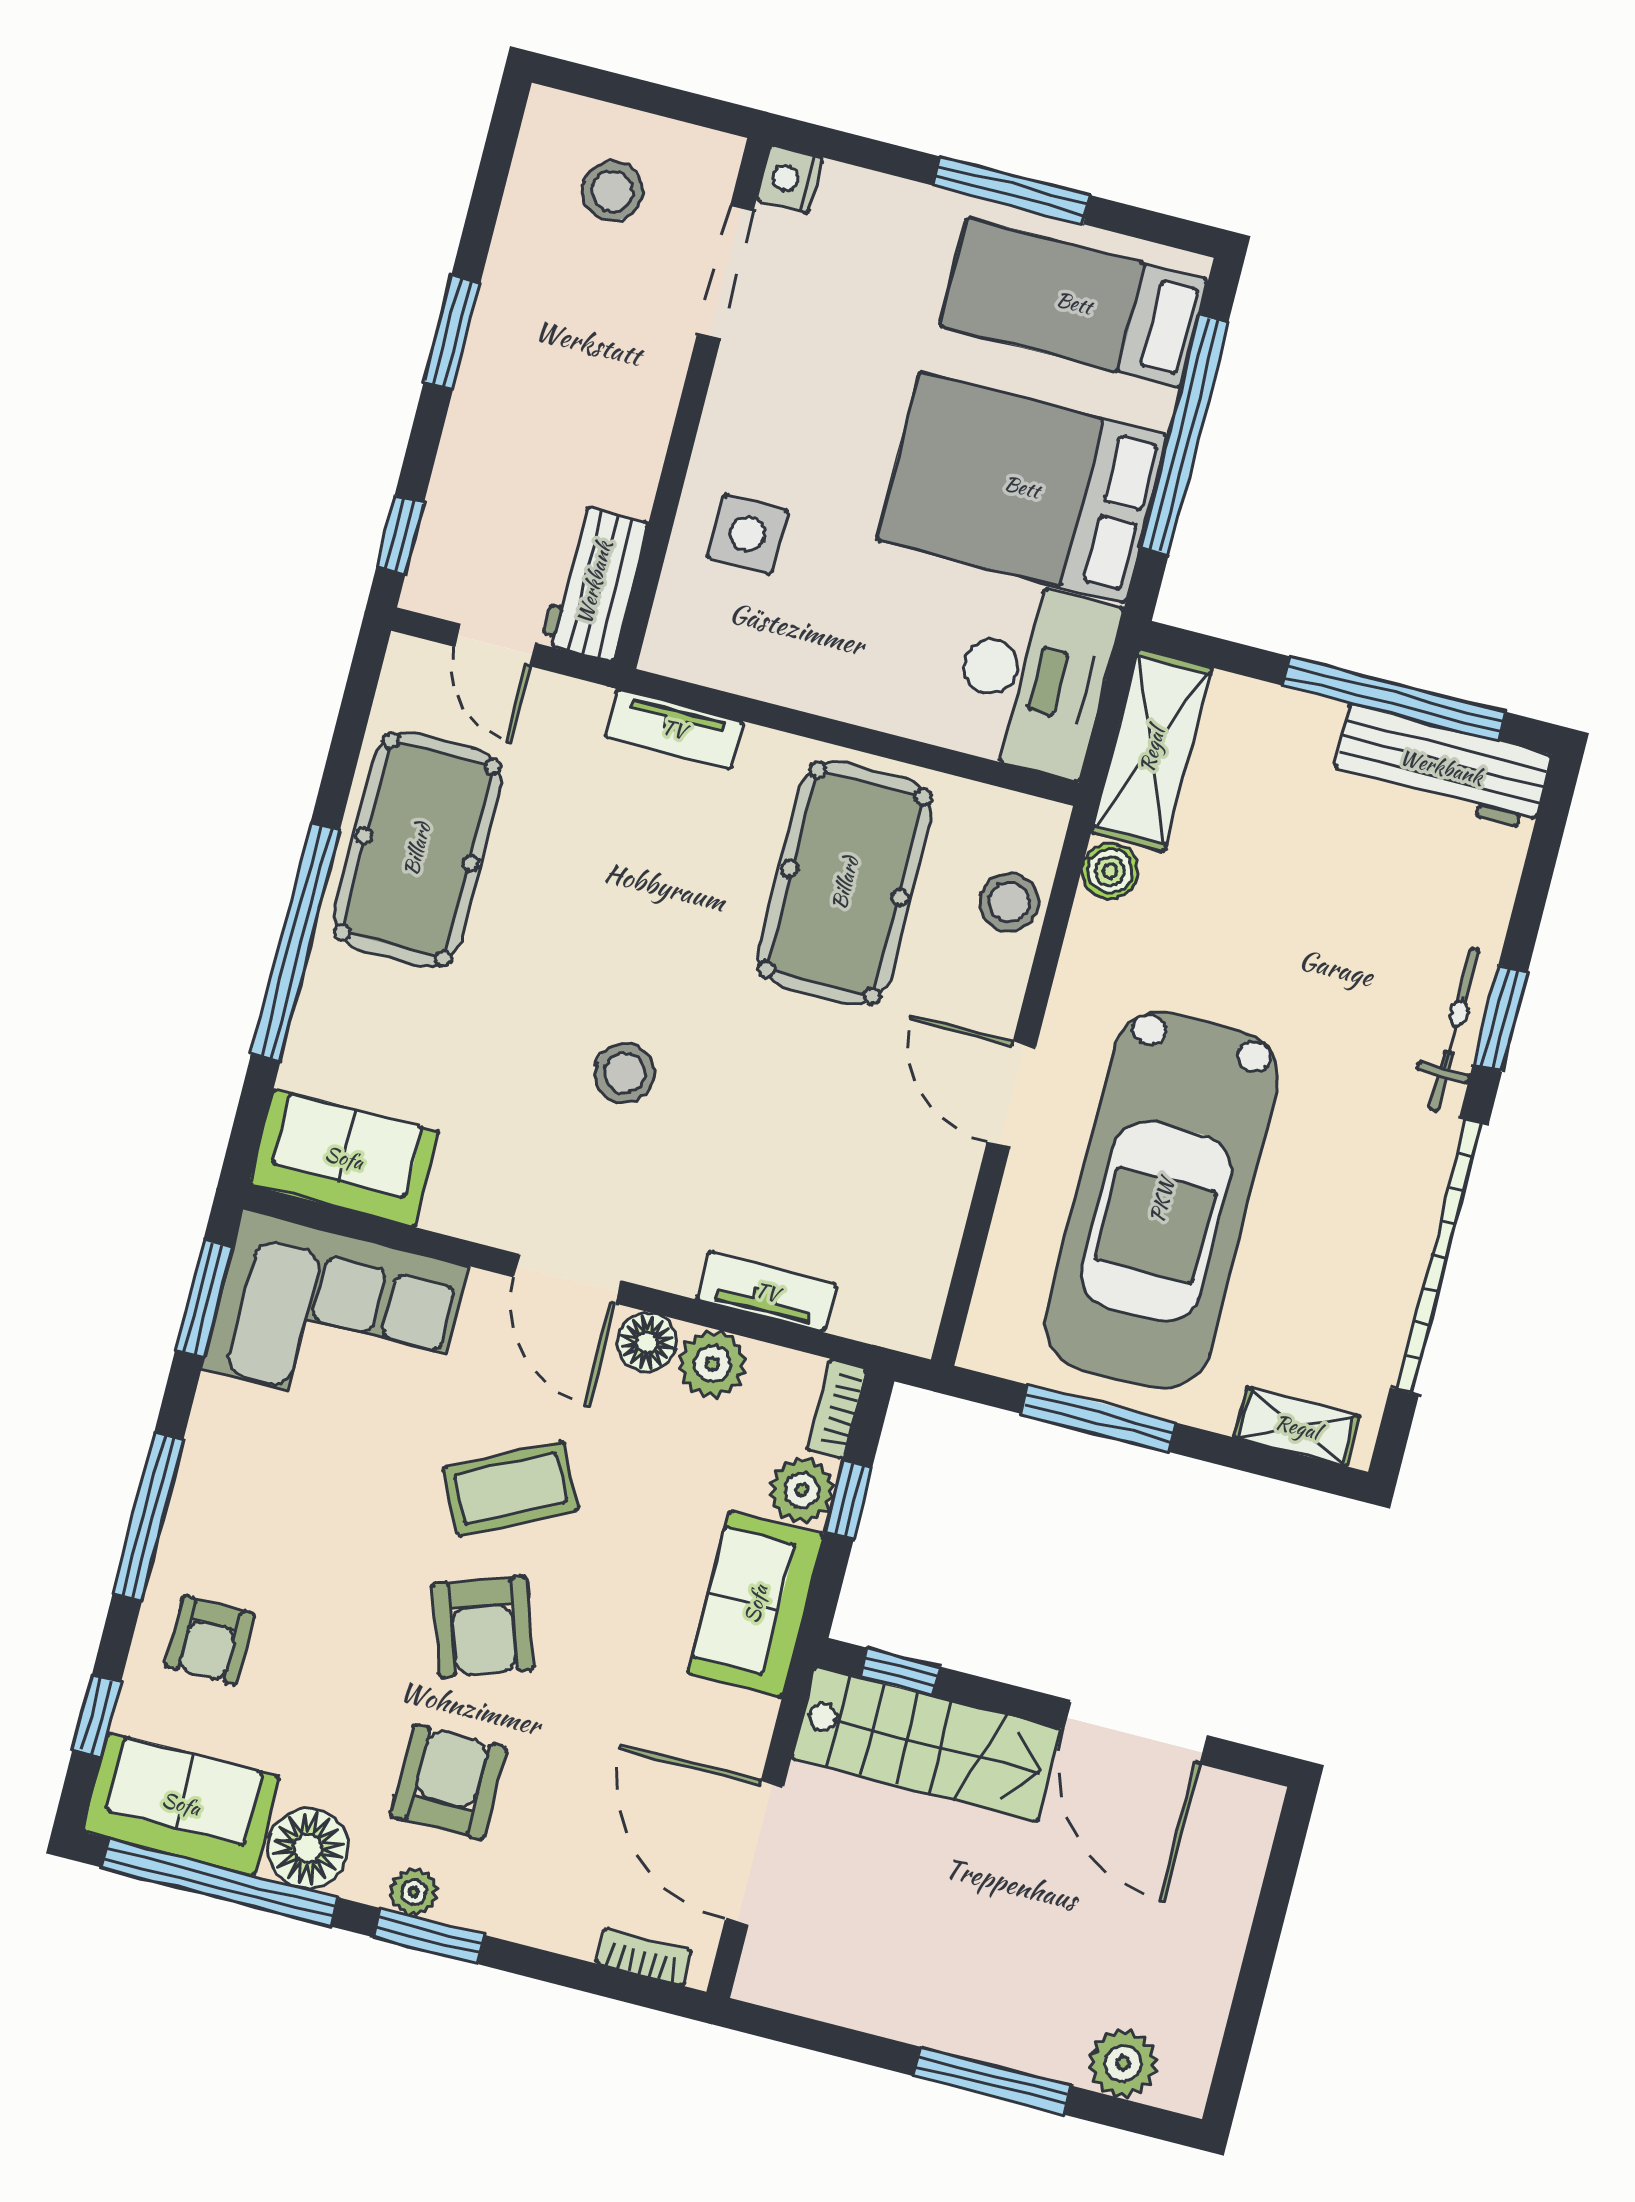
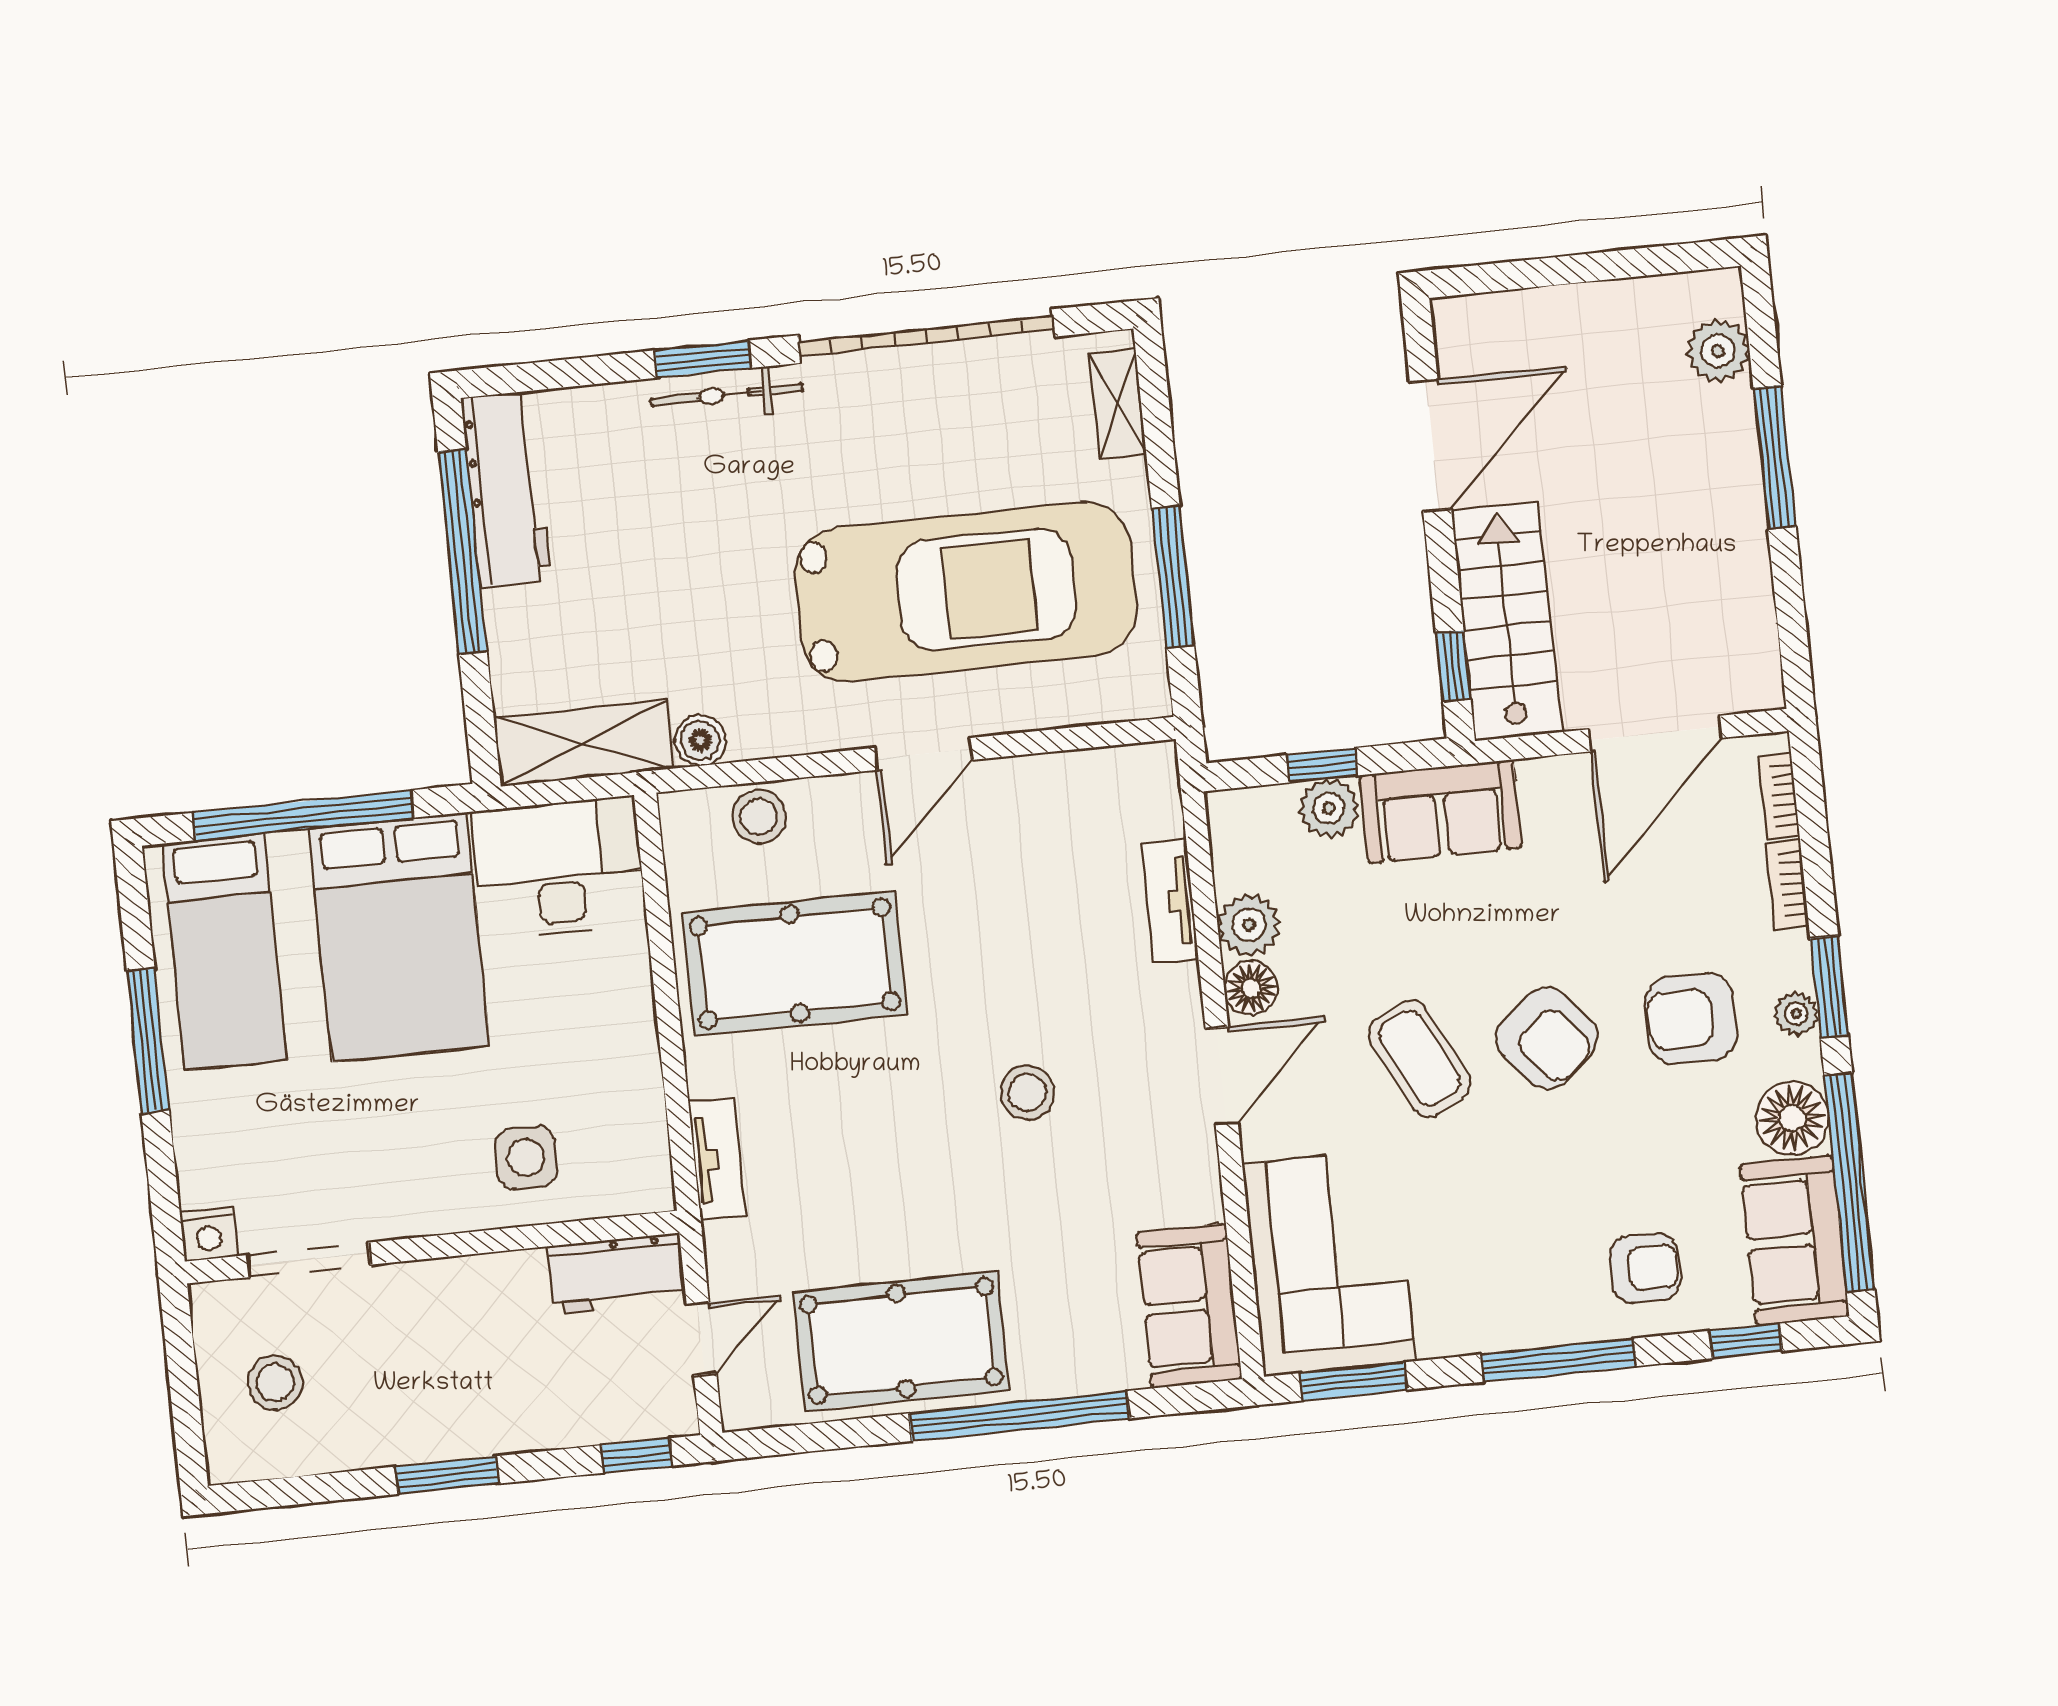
bookcase: (837, 1409) -> (1787, 884), moved, turned 90
armchair: (483, 1627) -> (1547, 1038), turned 69

